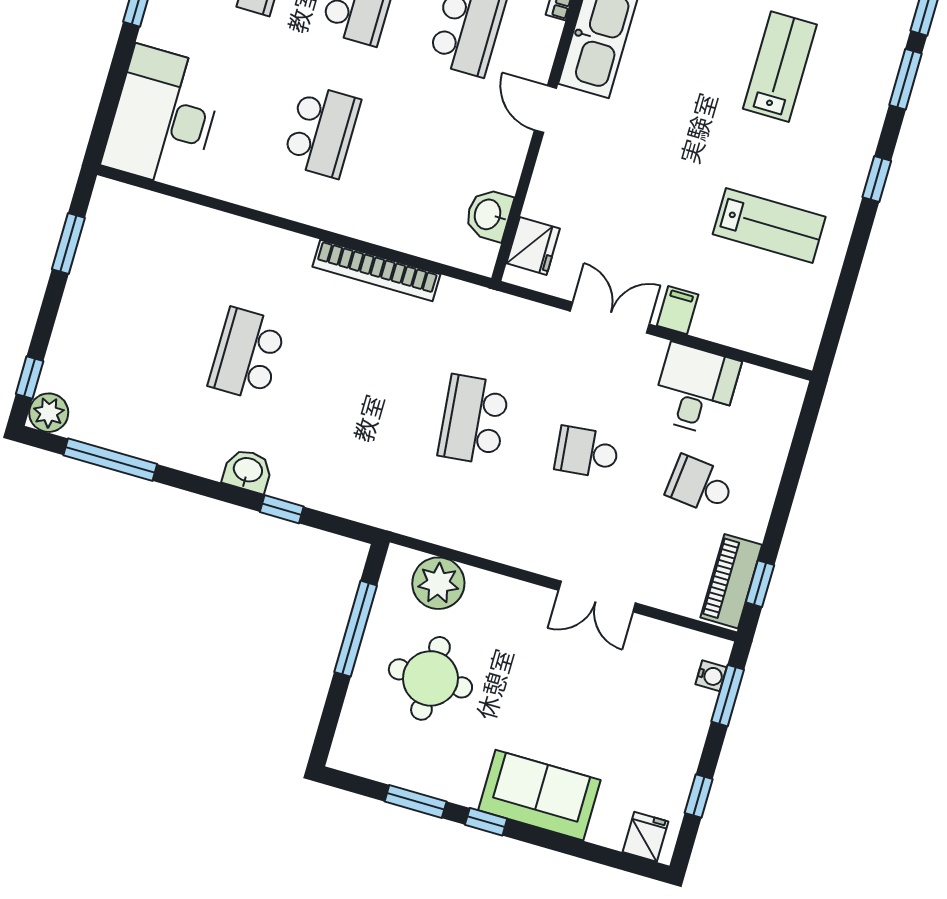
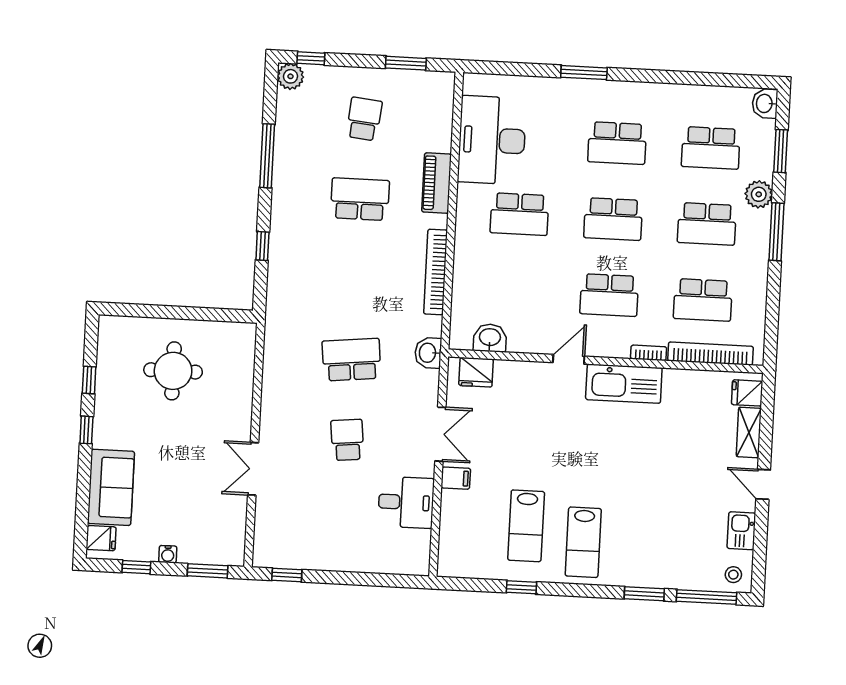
lab bench: (780, 67) -> (583, 542), moved, turned 90
desk: (163, 117) -> (492, 140), moved, turned -90
window: (877, 179) -> (521, 587), moved
window: (110, 460) -> (267, 156), moved
washbasin: (248, 471) -> (428, 353), moved, turned 180
school desk: (700, 485) -> (364, 119), moved
piano: (731, 581) -> (437, 183), moved, turned -90
plant: (438, 583) -> (237, 361), removed
window: (356, 629) -> (194, 314), removed
water cooler: (711, 676) -> (168, 554), moved
sofa: (539, 795) -> (111, 487), moved
window: (416, 801) -> (89, 380), width x0.67

